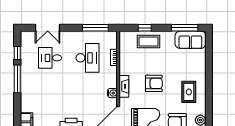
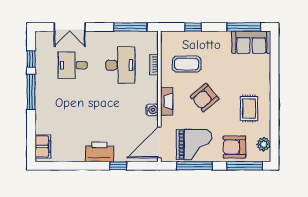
coffee table: (148, 42) -> (187, 64), moved
armchair: (154, 83) -> (205, 98), turned 140

